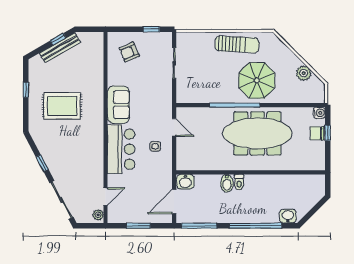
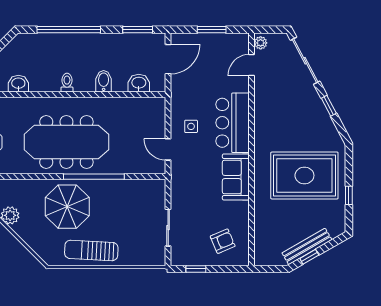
rug: (62, 106) -> (304, 175), width x1.37, depth x1.44
washbasin: (185, 182) -> (139, 83), moved
toilet: (239, 182) -> (67, 83), moved
washbasin: (288, 216) -> (18, 84), moved, turned 180
window: (199, 226) -> (138, 30), width x0.69

